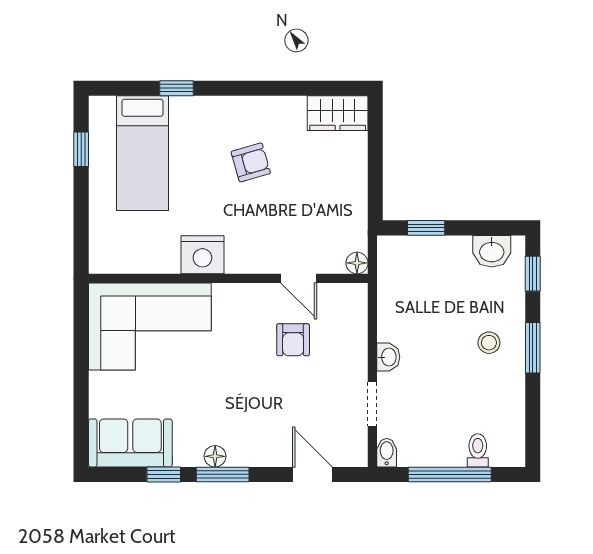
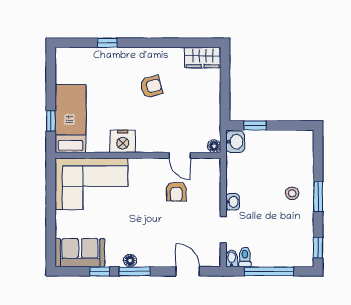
window: (81, 149) -> (51, 121), moved
bed: (143, 153) -> (71, 119), moved, turned 180
washbasin: (492, 251) -> (235, 142), moved, turned -90
window: (533, 274) -> (318, 248), moved
toilet: (478, 450) -> (245, 257), moved

